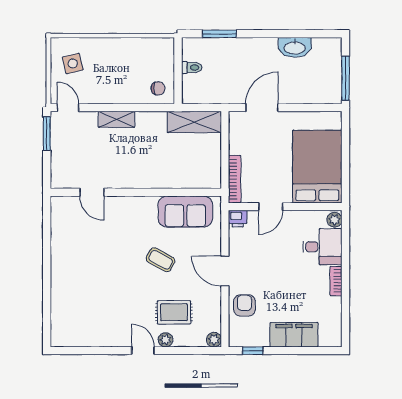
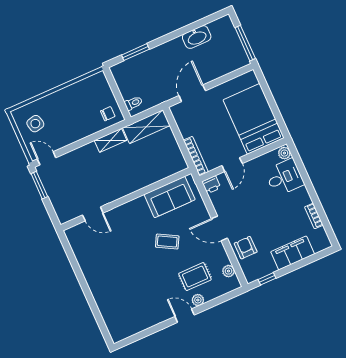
toilet: (192, 67) -> (133, 103), moved
shelving: (116, 119) -> (110, 140), moved
bookcase: (336, 281) -> (314, 216), moved
plant: (214, 340) -> (229, 271), moved

